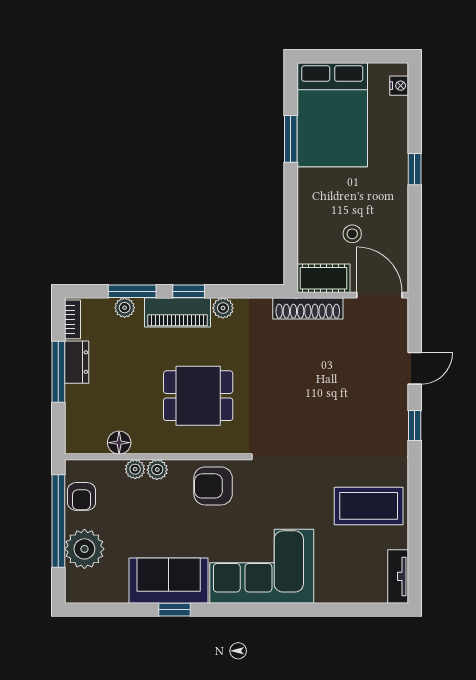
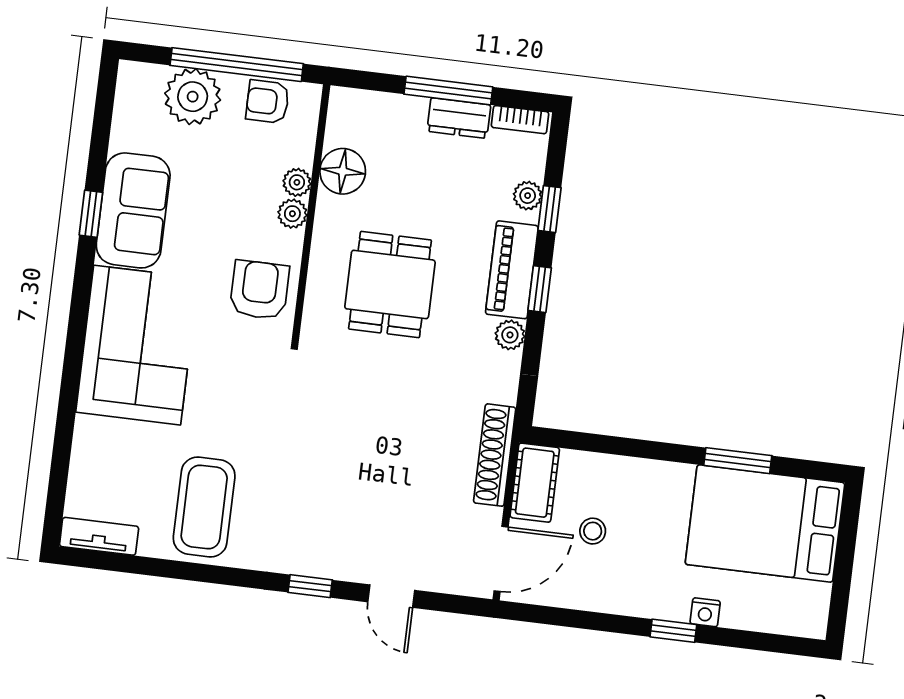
nightstand: (399, 86) -> (705, 612), moved
window: (132, 291) -> (550, 209), width x0.67
floor lamp: (119, 443) -> (343, 171), width x1.38, depth x1.38

